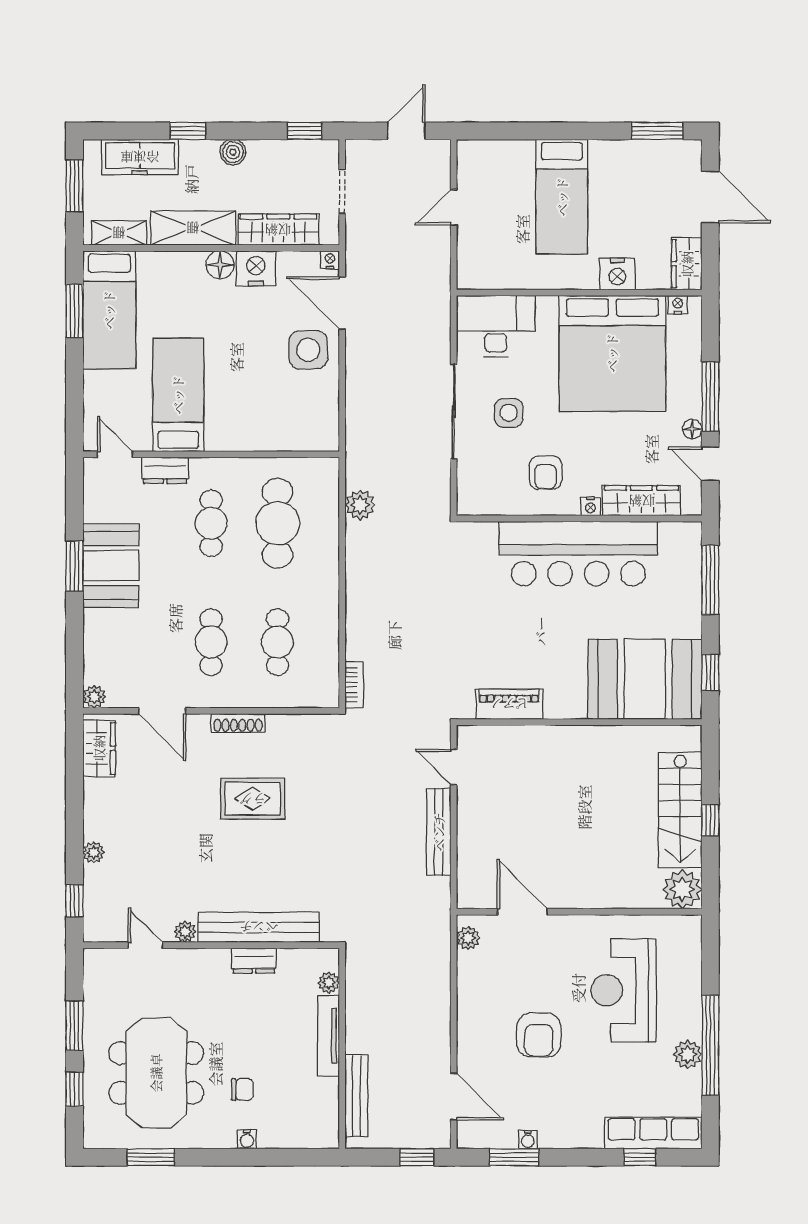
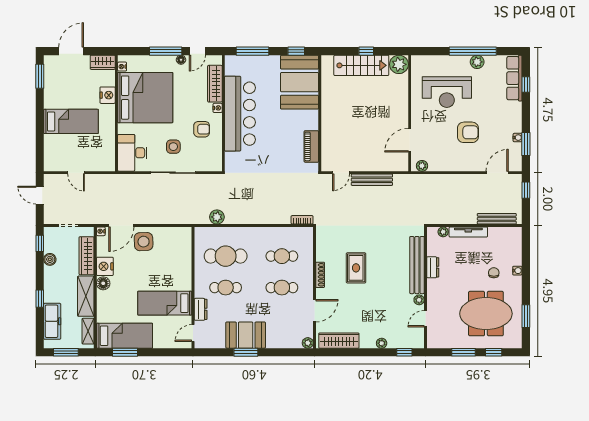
boiler: (233, 152) -> (50, 259), moved
wardrobe: (99, 748) -> (339, 341), width x1.50

